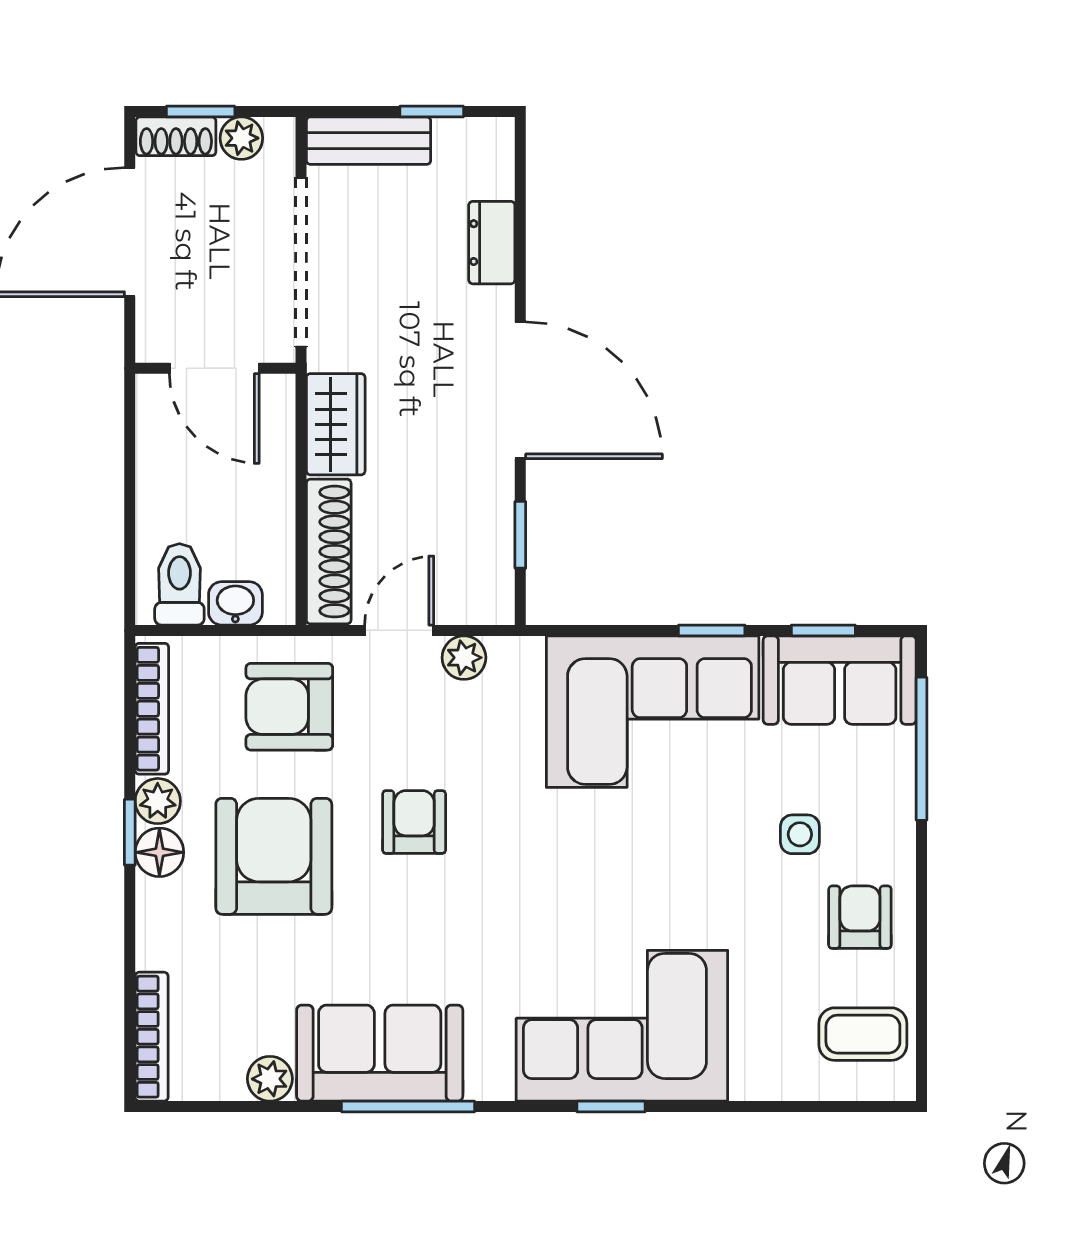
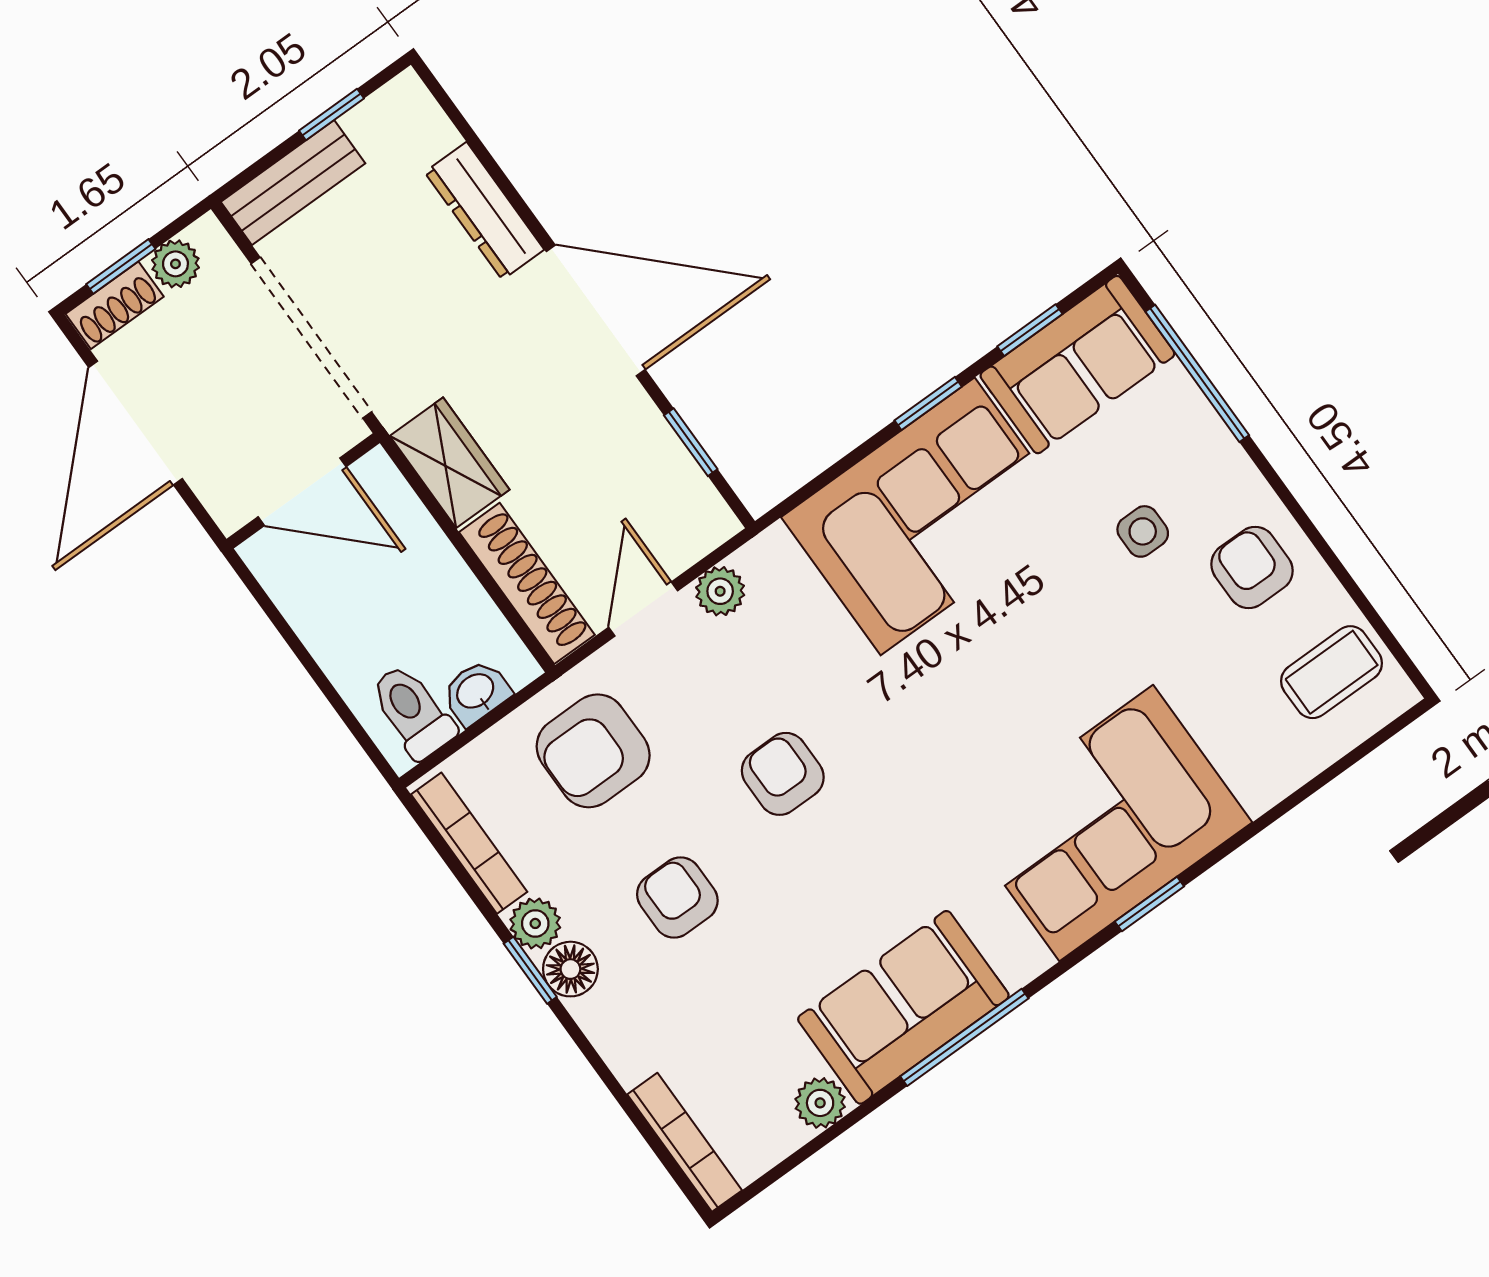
dresser: (492, 243) -> (484, 211), width x1.44
armchair: (274, 856) -> (677, 897), width x0.53, depth x0.53

